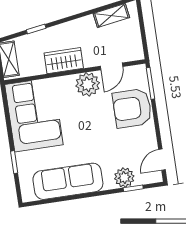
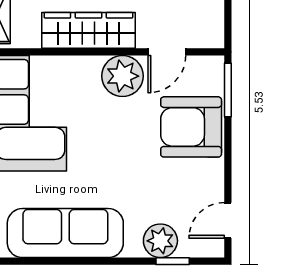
wardrobe: (64, 61) -> (88, 30), width x1.50

